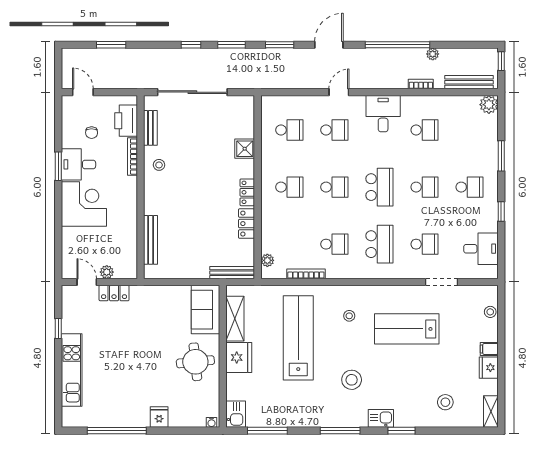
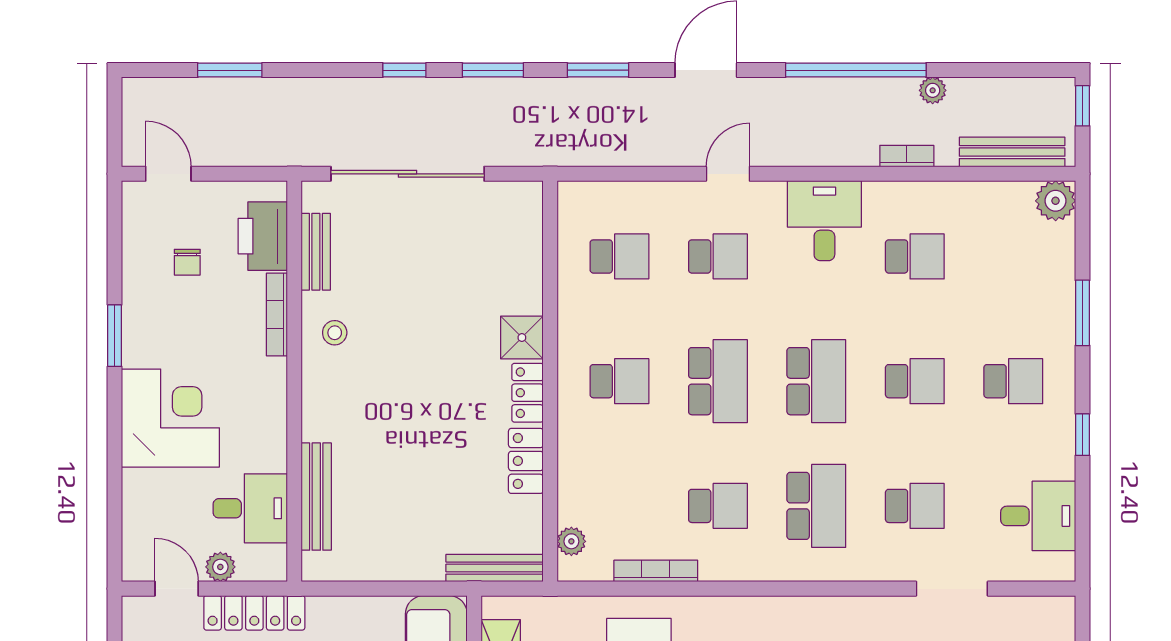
shower: (245, 149) -> (522, 338), moved
desk: (79, 164) -> (250, 508), moved, turned 180
school desk: (334, 187) -> (718, 381), width x1.85
locker: (114, 293) -> (254, 613), width x1.53

